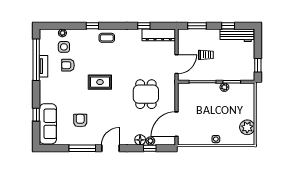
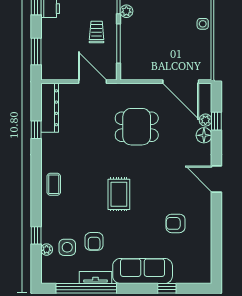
window: (92, 26) -> (36, 235), moved
trolley: (206, 55) -> (97, 32), moved
sofa: (48, 124) -> (143, 271), moved
window: (82, 148) -> (216, 220), removed

